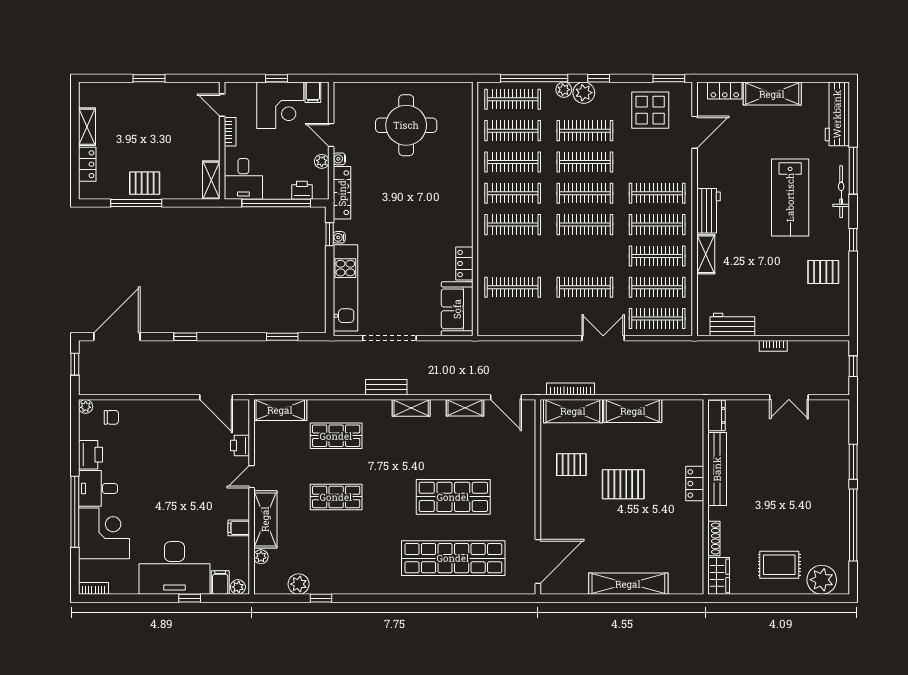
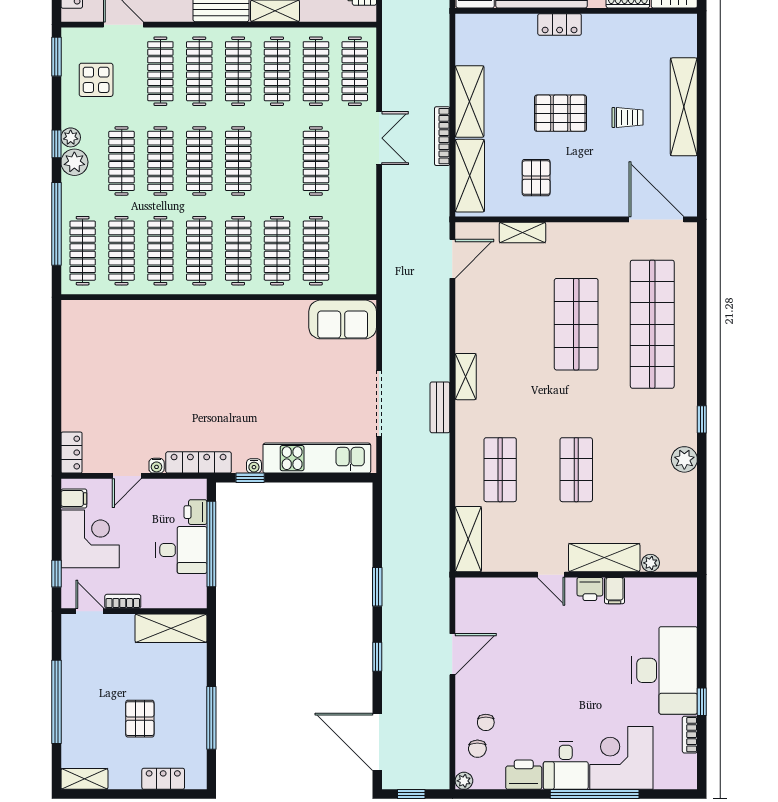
window: (149, 78) -> (56, 702), width x2.11
window: (276, 78) -> (56, 574), moved
plant: (564, 90) -> (71, 137), moved
door: (222, 105) -> (90, 611), swing flipped
display table: (650, 110) -> (96, 80), width x0.73, depth x0.73
round table: (406, 125) -> (115, 383), removed
shelving: (87, 127) -> (84, 779), moved
plant: (322, 161) -> (160, 488), removed
clothes rail: (657, 162) -> (160, 71), added
desk: (243, 179) -> (181, 550), moved
shelving: (211, 180) -> (171, 628), width x1.50, depth x1.33
pallet: (145, 183) -> (140, 719), moved
clothes rail: (513, 256) -> (277, 251), added
locker: (464, 263) -> (72, 453), moved, turned -90
window: (282, 337) -> (377, 587), moved
double door: (603, 338) -> (379, 138), swing flipped
bookcase: (571, 389) -> (442, 136), moved
door: (216, 397) -> (452, 654), moved
shelving: (465, 408) -> (522, 232), moved, turned 90
chair: (111, 417) -> (477, 749), turned 180
chair: (133, 424) -> (486, 722), added
printer: (240, 445) -> (590, 589), moved
pallet: (623, 484) -> (561, 113), turned 90
trolley: (620, 538) -> (628, 117), added
filing cabinet: (220, 583) -> (683, 614), removed
plant: (299, 584) -> (684, 459), moved
plant: (238, 587) -> (688, 592), removed
bookcase: (93, 588) -> (690, 735), moved
window: (190, 598) -> (702, 702), moved
window: (321, 598) -> (702, 419), moved

